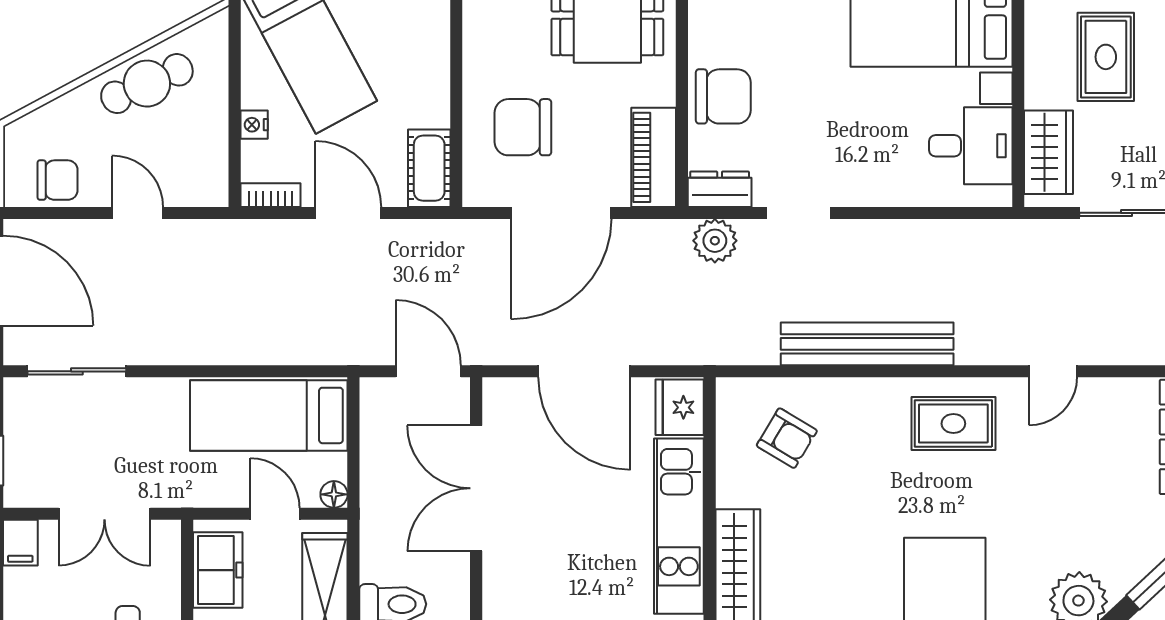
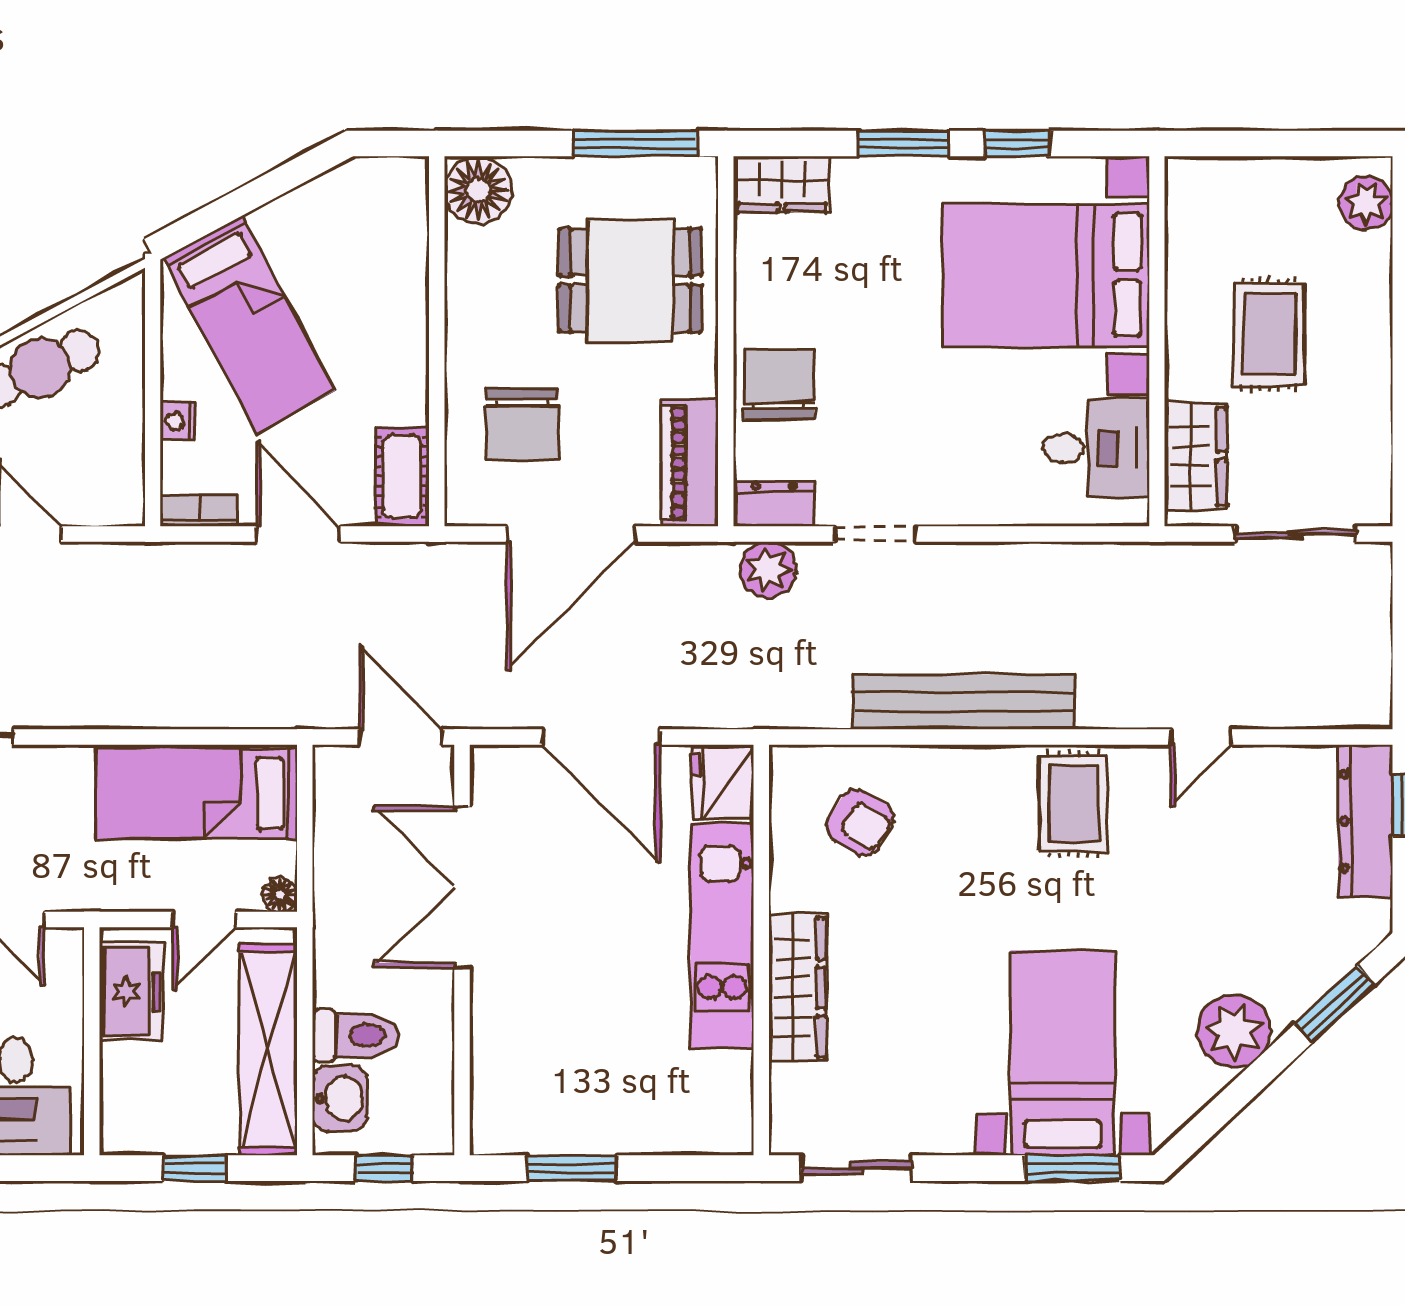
chair: (723, 96) -> (779, 385), turned -90
chair: (523, 127) -> (522, 424), turned -90
rug: (953, 424) -> (1074, 804), turned 90
door: (275, 514) -> (204, 920), swing flipped

